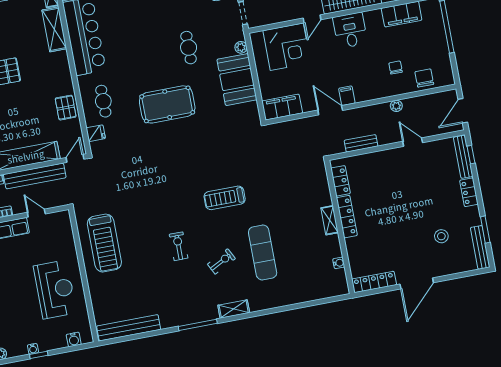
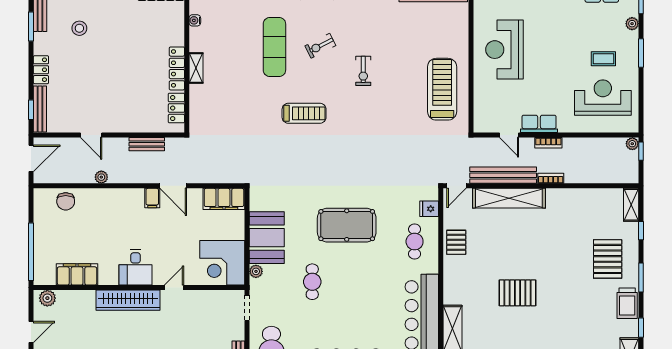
corner desk: (287, 47) -> (222, 263), moved, turned -90
chair: (396, 68) -> (94, 218), removed

